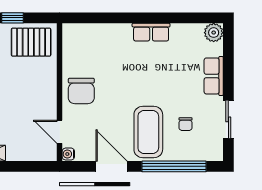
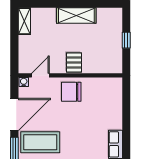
pallet: (31, 42) -> (74, 63), moved, width x0.67, depth x0.71
door: (112, 166) -> (14, 115), width x1.36

